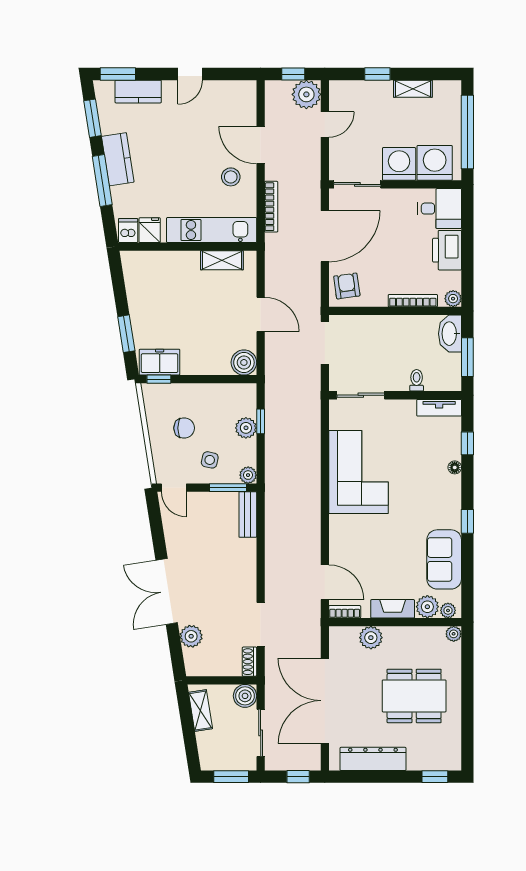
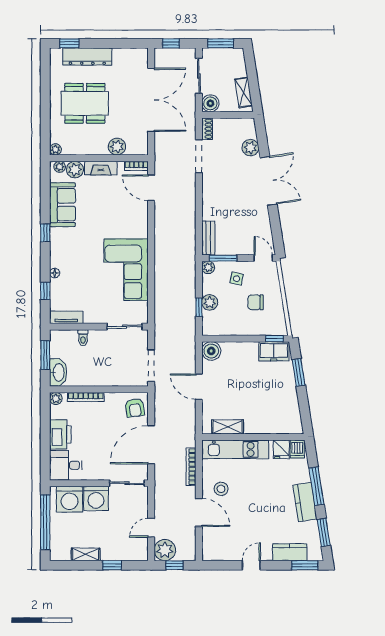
dresser: (373, 759) -> (87, 57), moved

